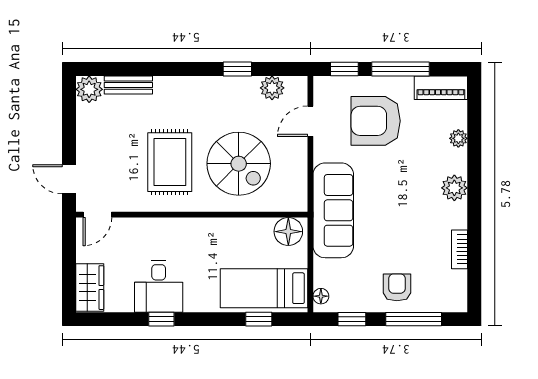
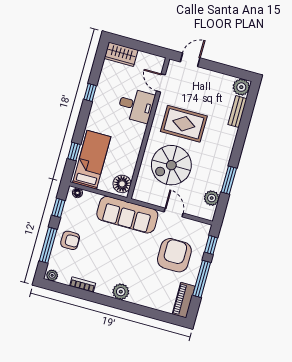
window: (237, 69) -> (229, 180), width x1.50
door: (310, 121) -> (174, 212), moved
plant: (458, 138) -> (52, 275), moved
door: (97, 215) -> (161, 83), moved
desk: (159, 286) -> (136, 105), moved, turned 180

